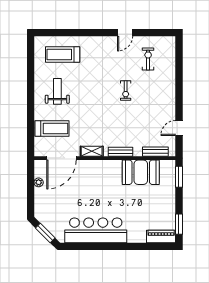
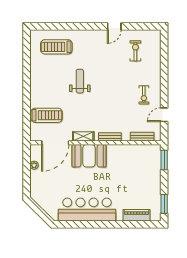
weight bench: (57, 91) -> (80, 81), moved
exercise bike: (126, 91) -> (144, 95), moved
booth: (141, 172) -> (89, 156), moved
window: (45, 233) -> (40, 212), removed
piano: (161, 236) -> (137, 215), moved

